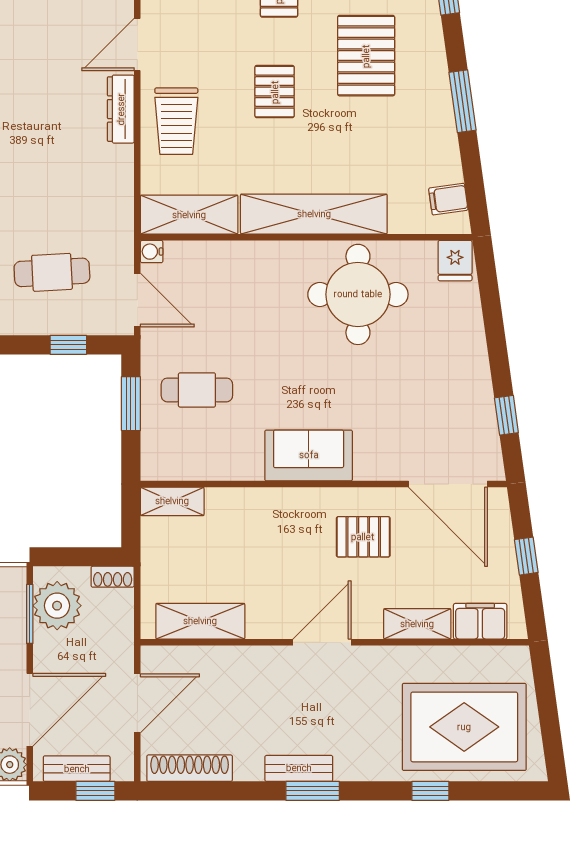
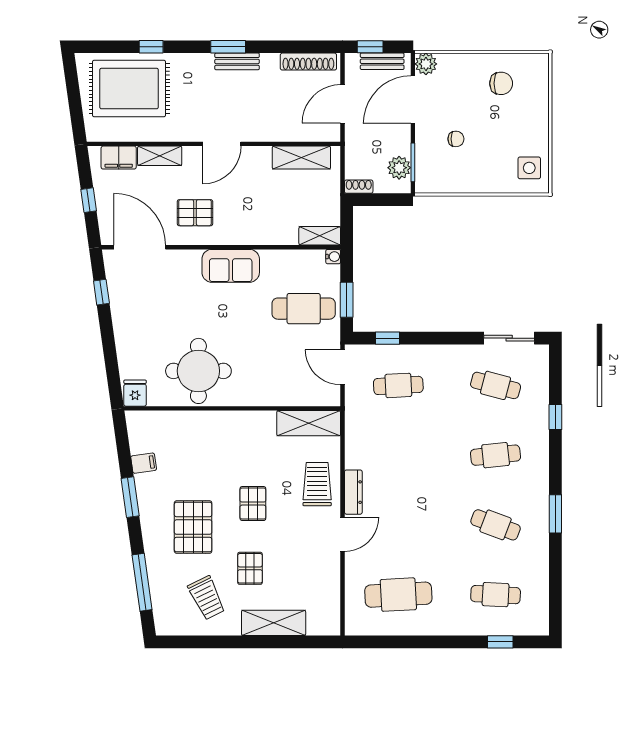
filing cabinet: (448, 199) -> (144, 463), moved
shelving: (314, 214) -> (227, 424), removed
water cooler: (152, 252) -> (333, 257), moved
cafe table: (197, 390) -> (304, 309), width x1.37, depth x1.35
plant: (57, 606) -> (399, 168), width x0.73, depth x0.73

